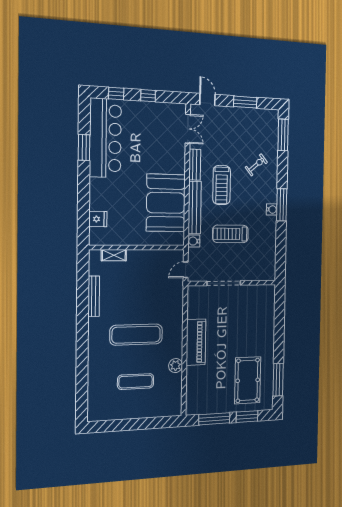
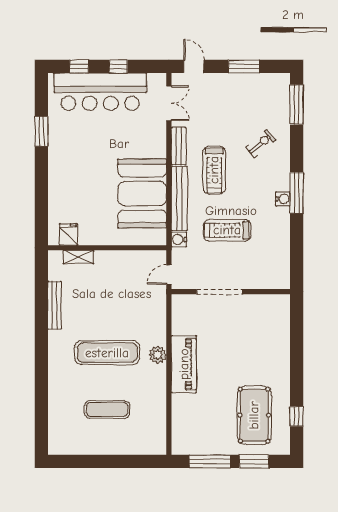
bar counter: (105, 138) -> (100, 92), moved, turned 90
fridge: (98, 219) -> (68, 234), moved, turned -90
plant: (176, 366) -> (158, 355), moved
window: (278, 380) -> (297, 416), width x0.46

